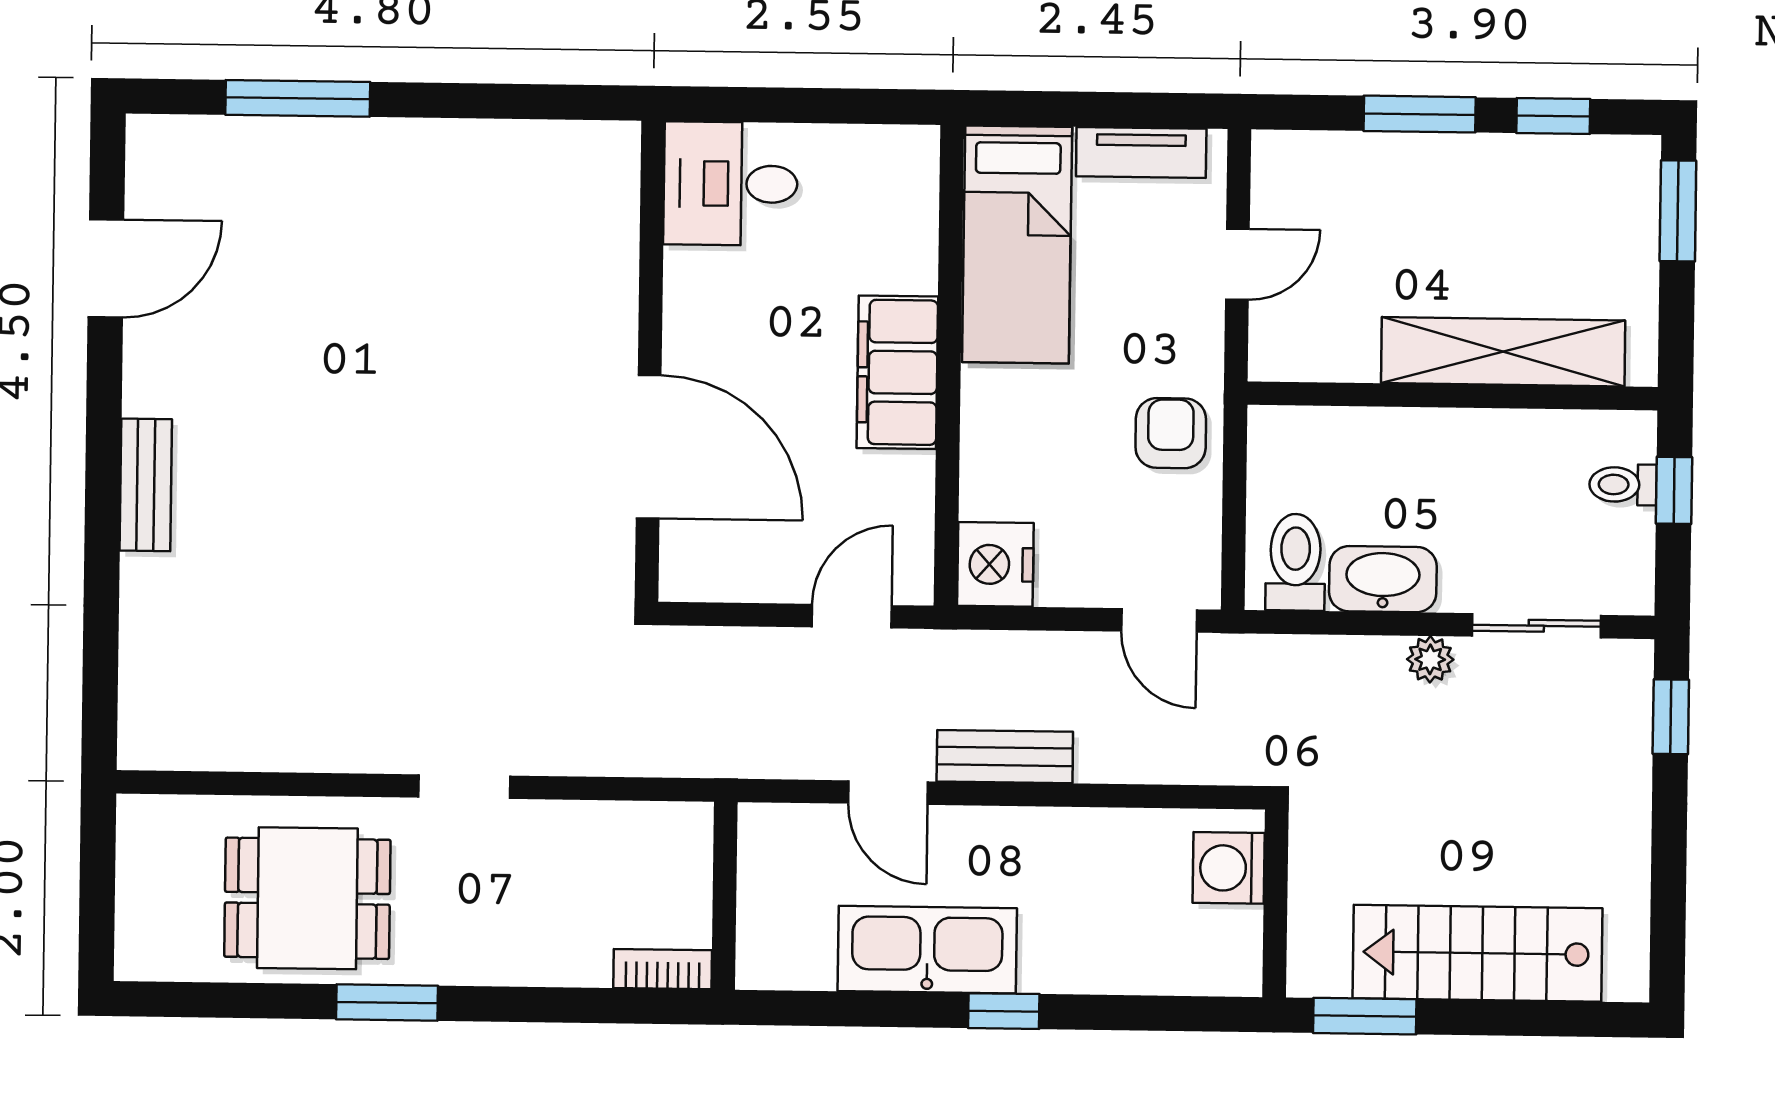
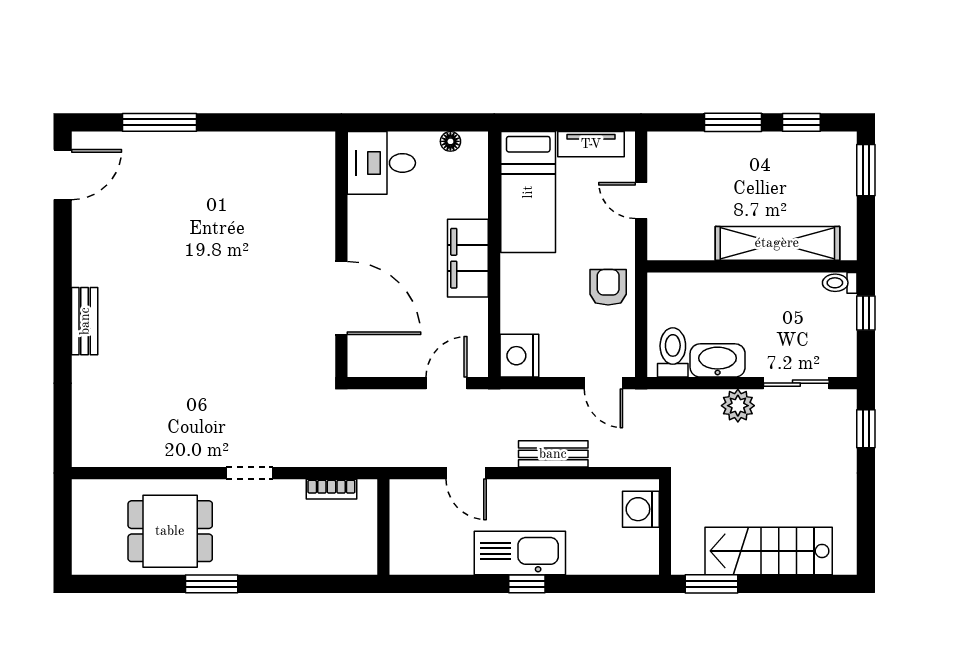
floor lamp: (866, 143) -> (450, 141), added
door: (1237, 264) -> (641, 200), swing flipped
door: (106, 268) -> (63, 175), moved
toilet: (1623, 485) -> (840, 283), moved
plant: (1430, 659) -> (738, 406), width x1.38, depth x1.38
bench: (1005, 757) -> (553, 454), moved
kitchen sink: (927, 950) -> (520, 553), moved
bookcase: (663, 969) -> (331, 489), moved, turned 180

